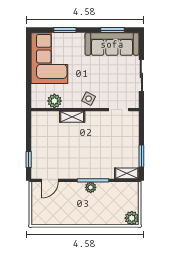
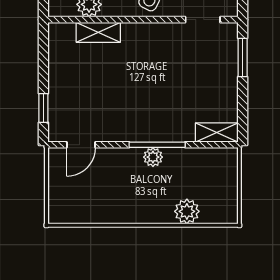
shelving: (72, 117) -> (98, 32), moved
window: (141, 156) -> (243, 58), moved
plant: (132, 218) -> (187, 211), moved

